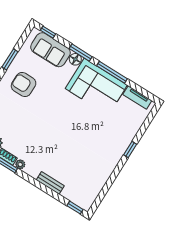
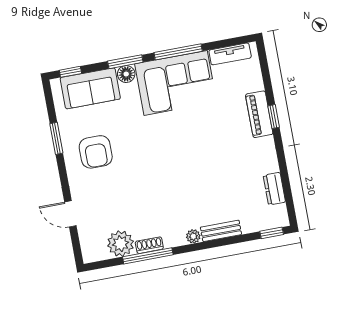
armchair: (24, 85) -> (96, 152), turned -91
piano: (124, 142) -> (259, 114), added
plant: (20, 164) -> (193, 236), moved
dresser: (97, 186) -> (274, 189), added

